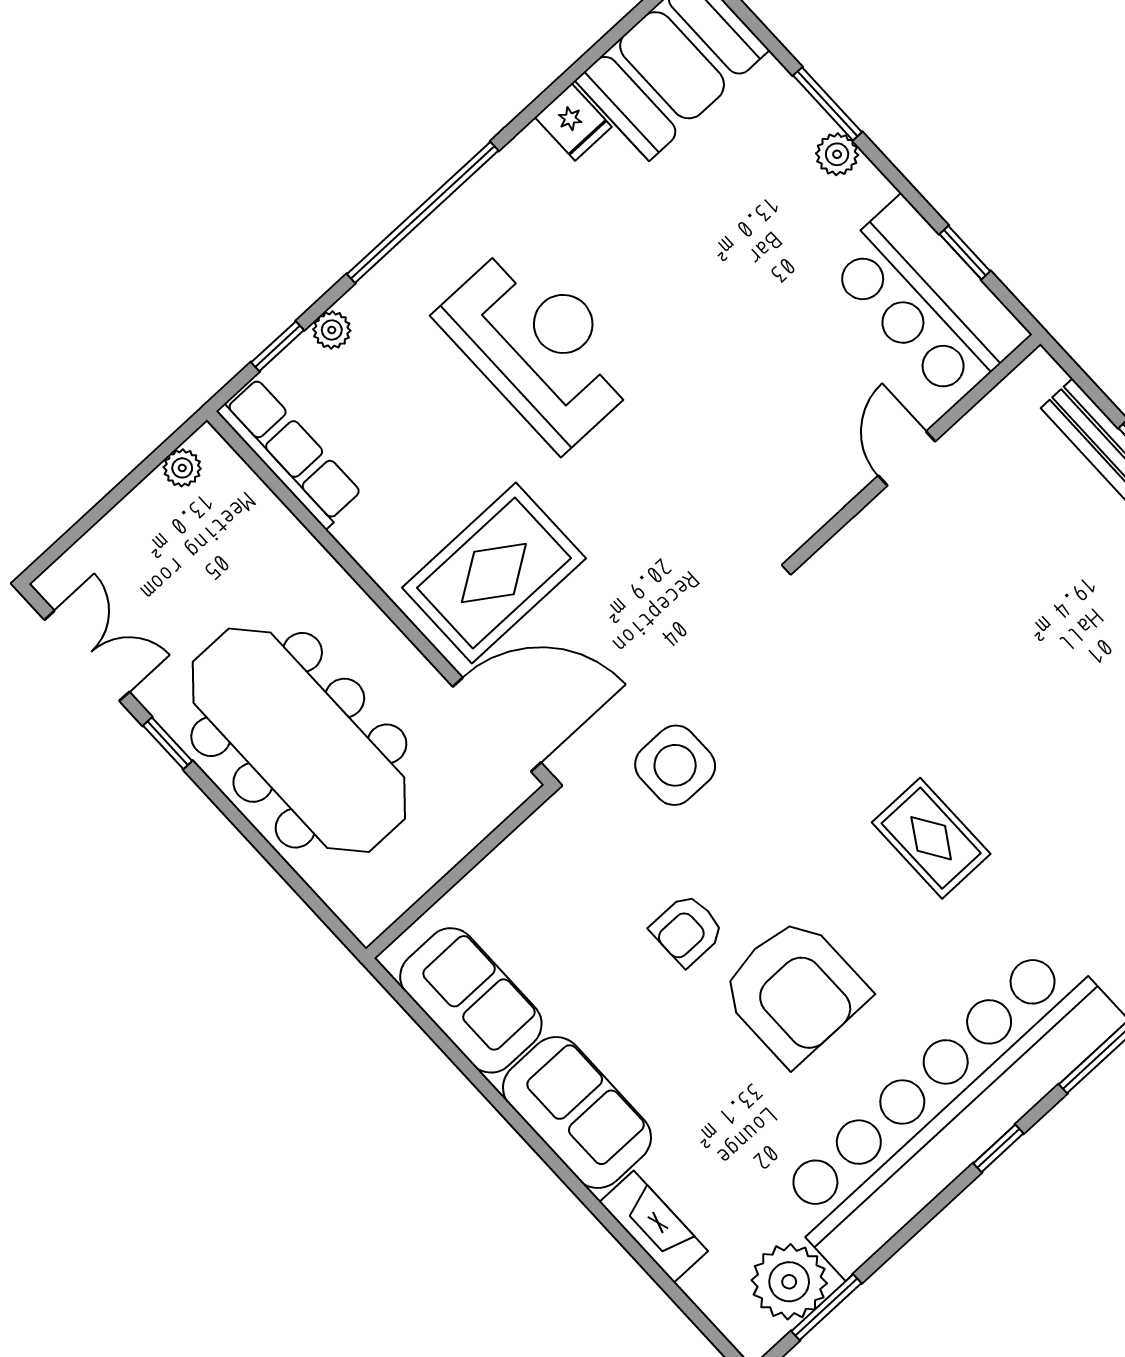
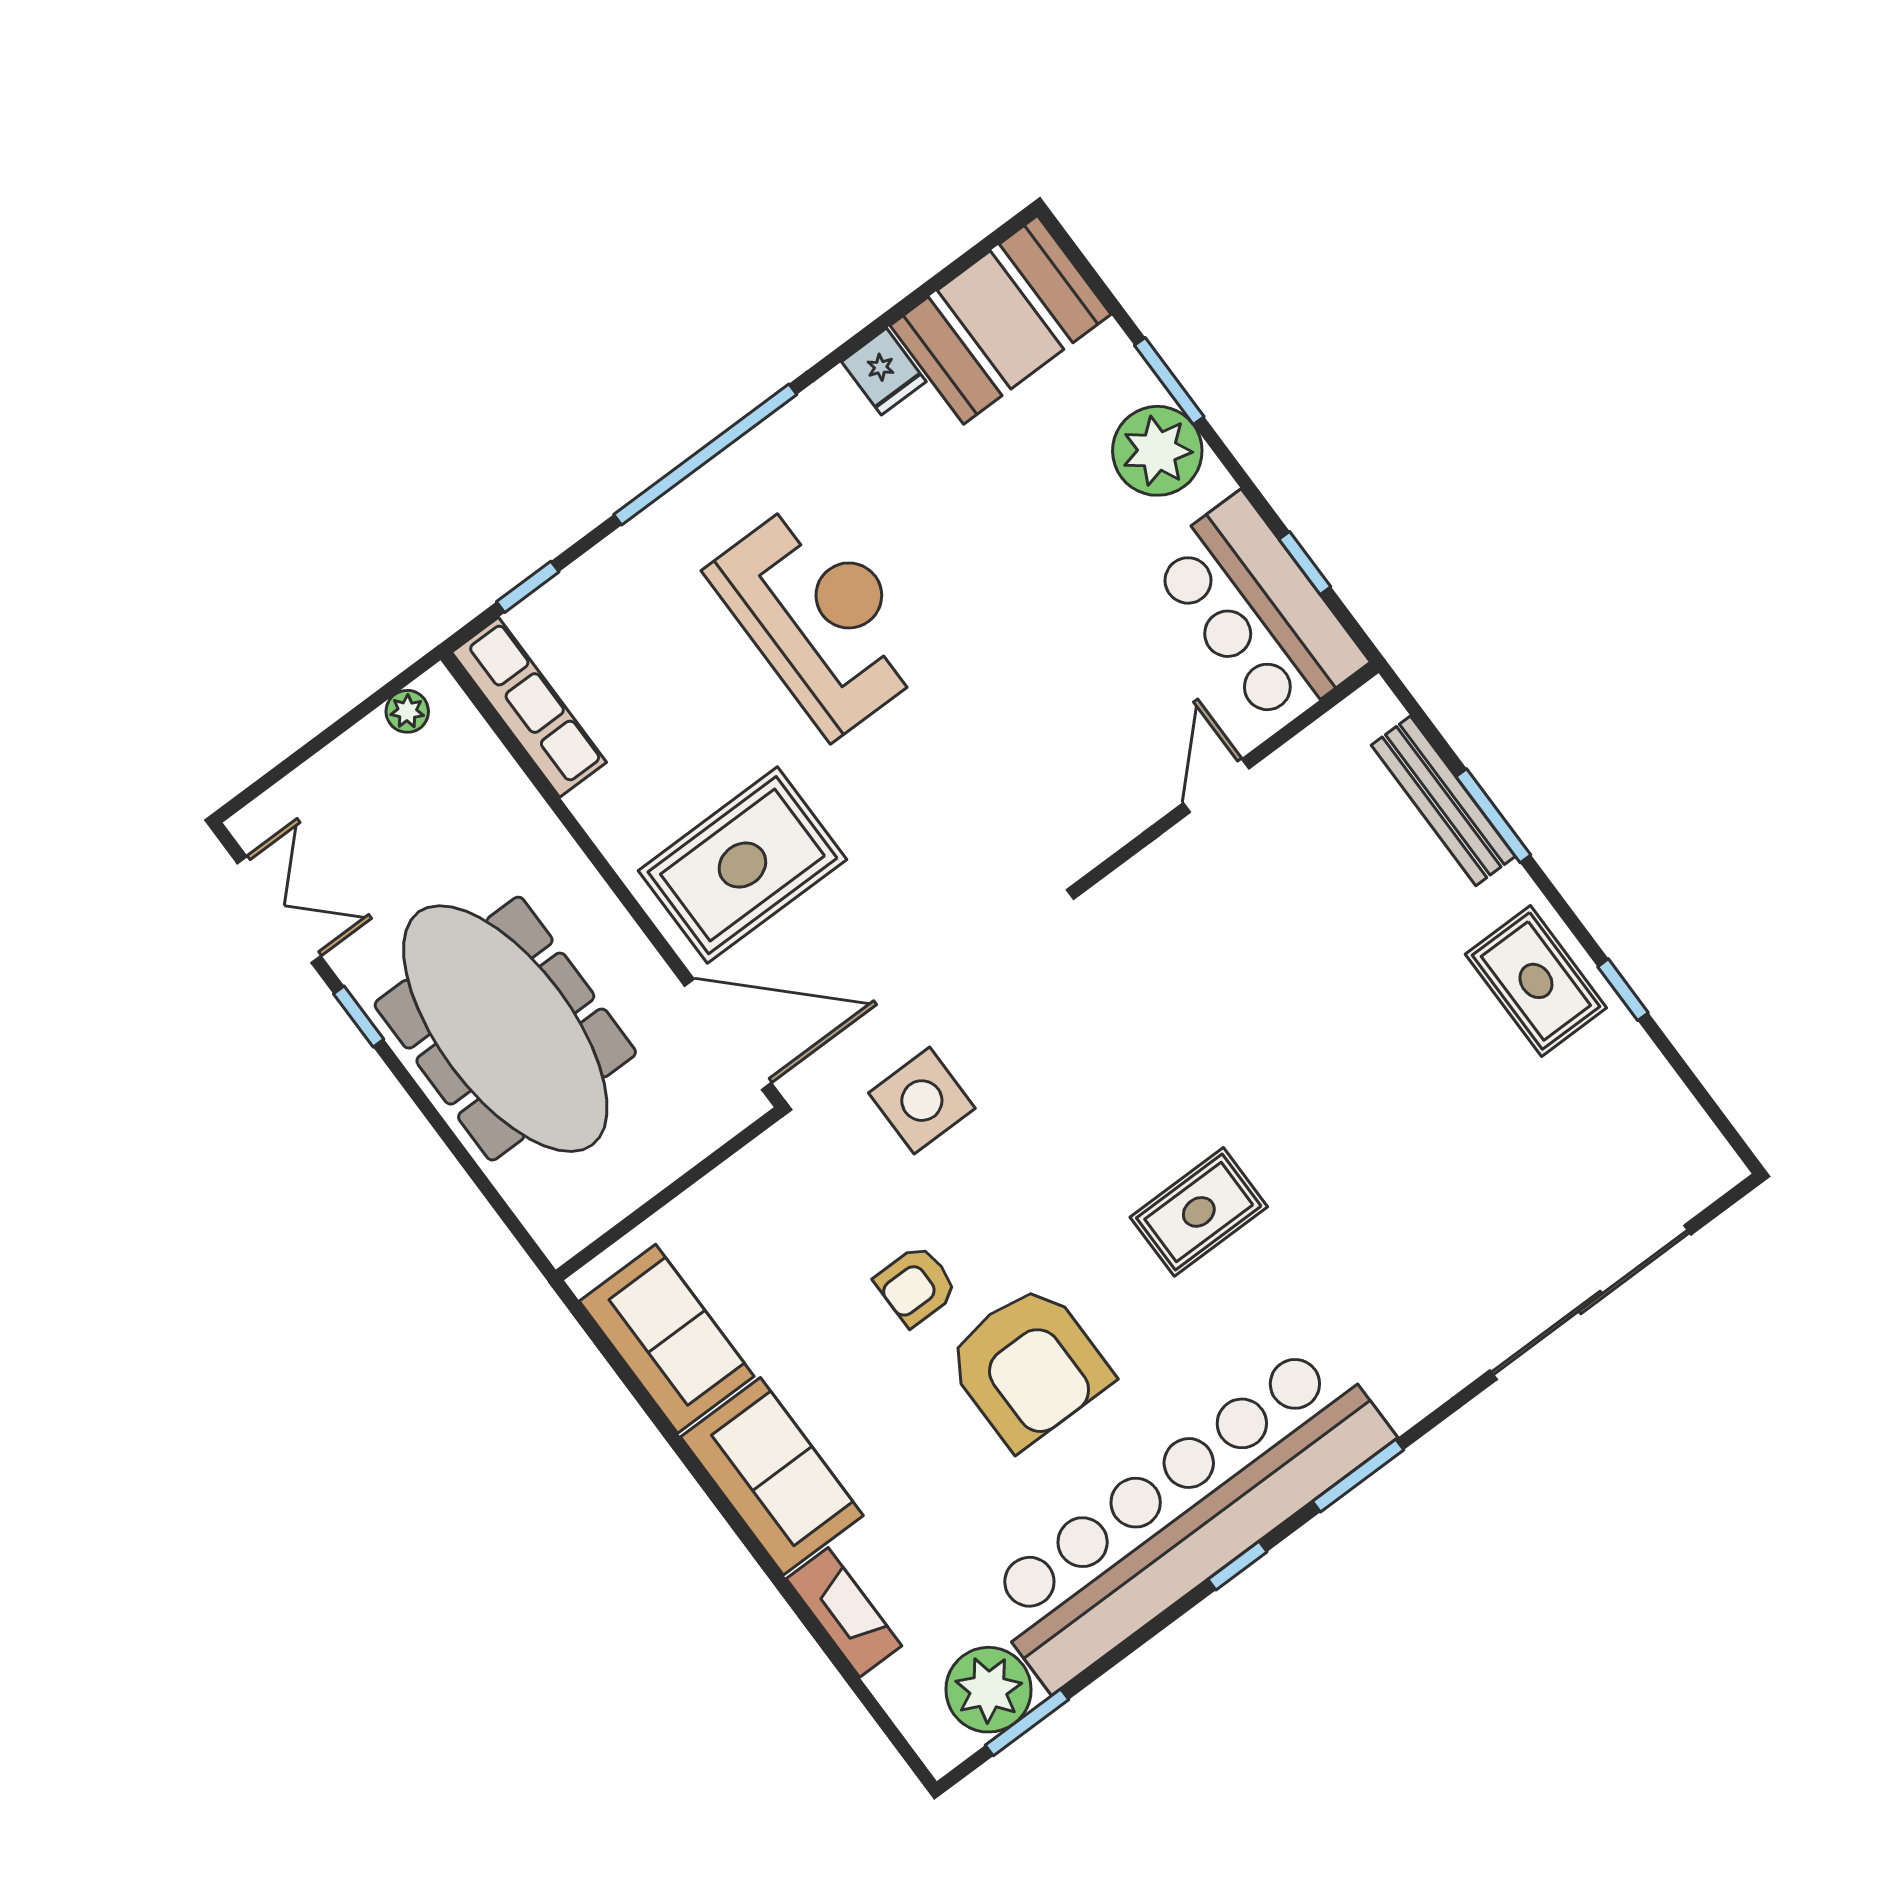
plant: (837, 154) -> (1157, 451), width x1.88, depth x1.88
plant: (332, 330) -> (590, 575), removed
rug: (931, 838) -> (1199, 1212), turned 90

